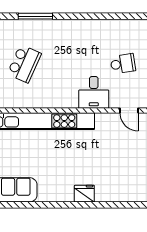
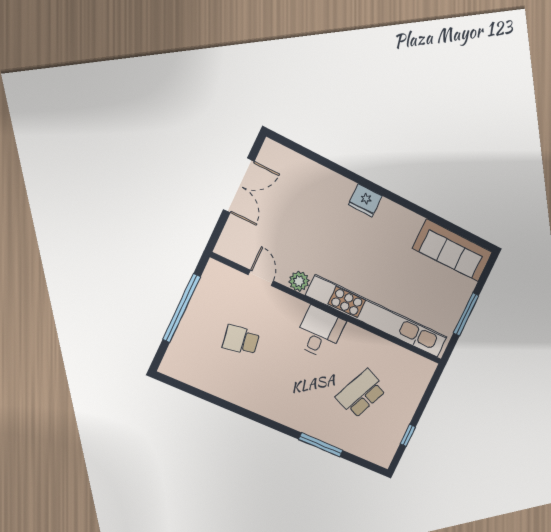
desk: (94, 92) -> (319, 332), moved
plant: (103, 120) -> (299, 281), added

